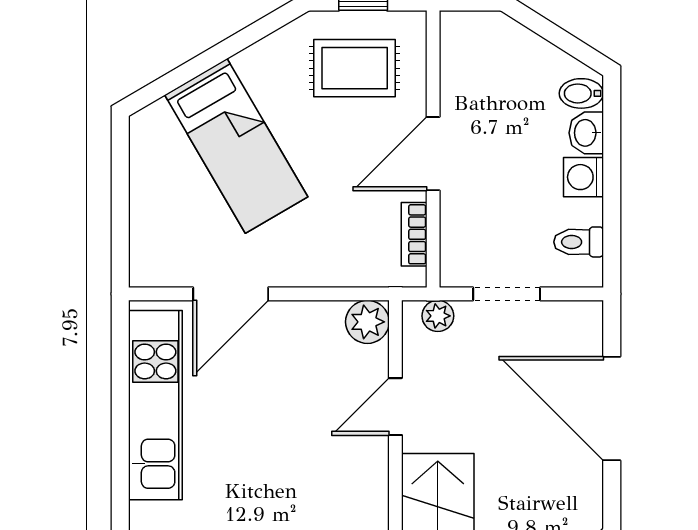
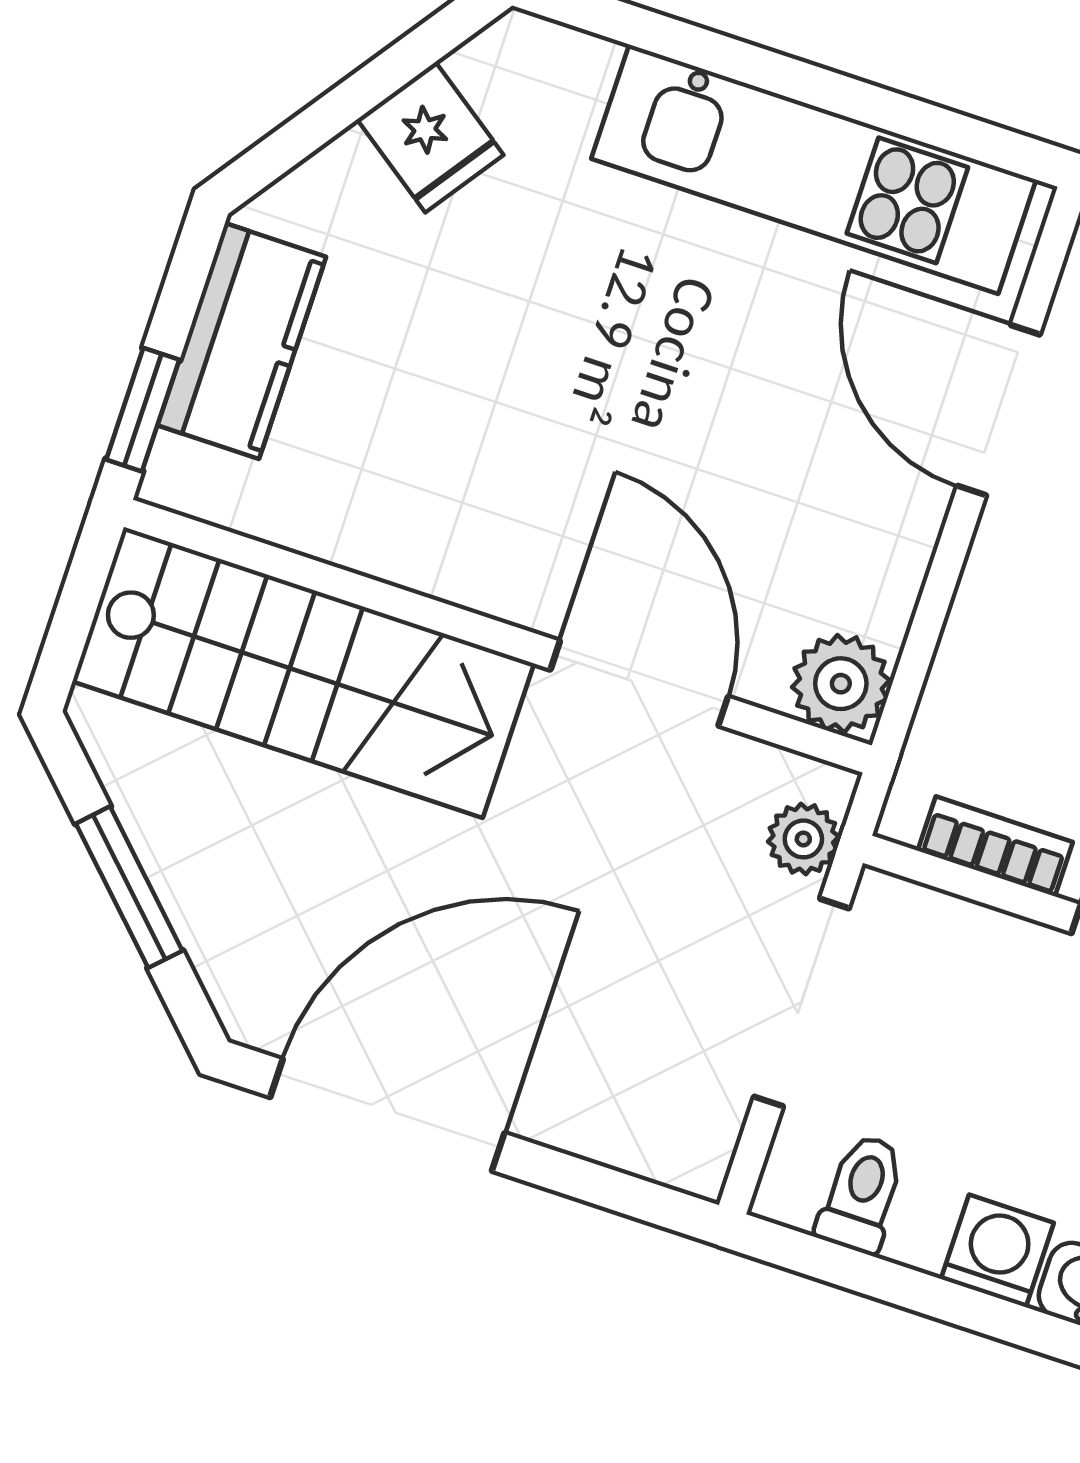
doorway: (507, 294) -> (801, 1002), width x1.38
door: (395, 407) -> (639, 683), width x1.38
door: (612, 408) -> (387, 1115), moved

